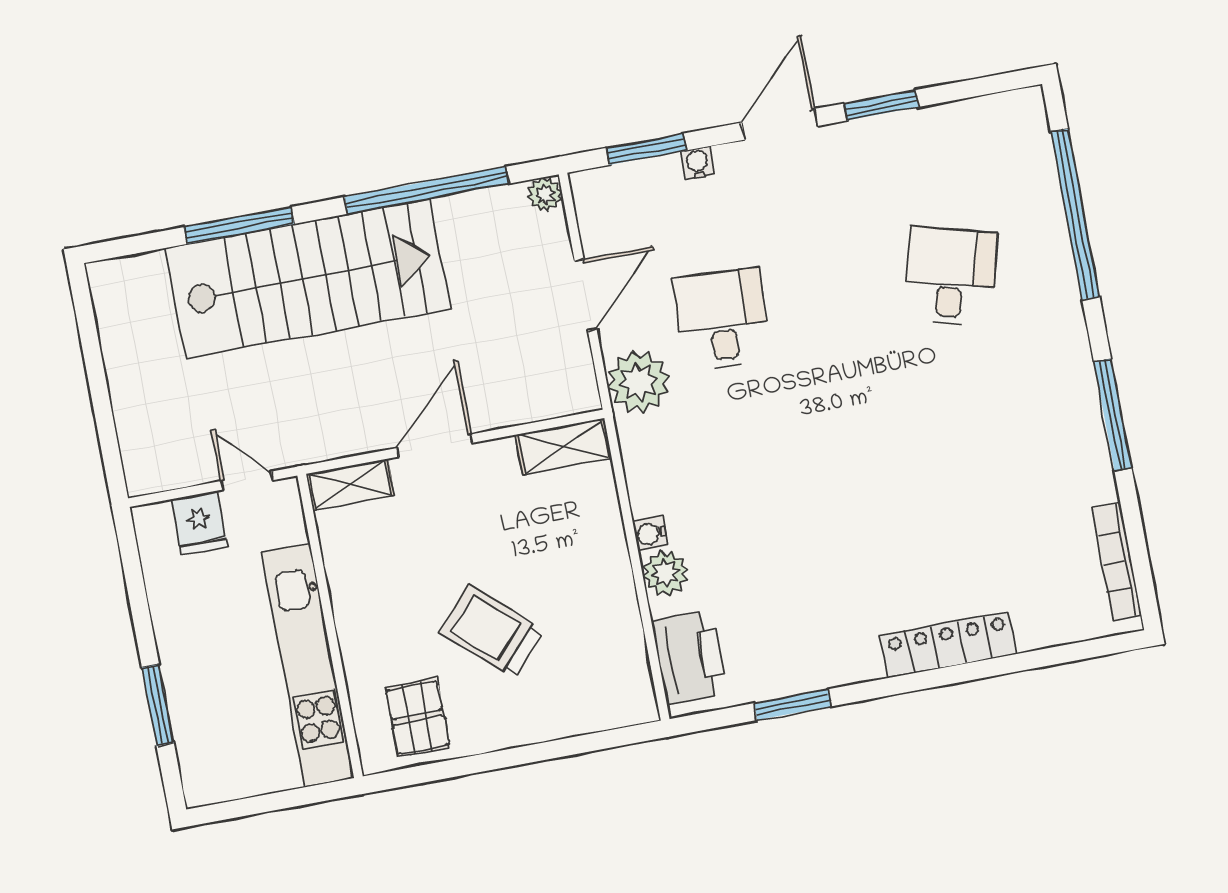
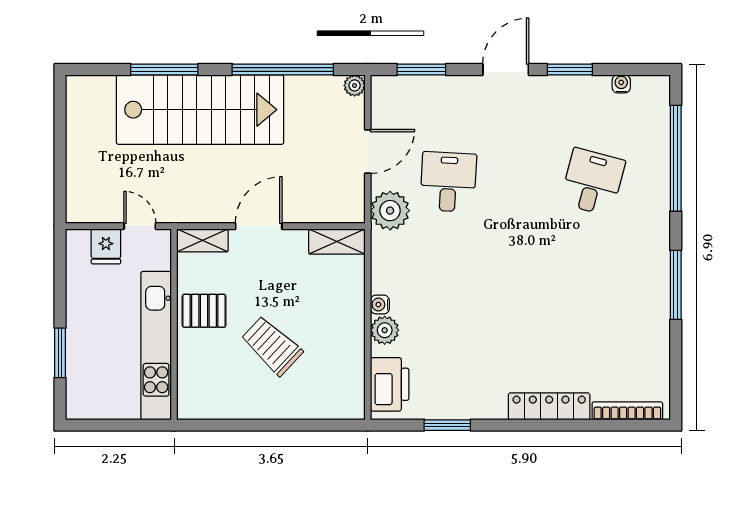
water cooler: (698, 163) -> (621, 84), moved
bookcase: (1117, 562) -> (627, 411), moved, turned 90
pallet: (418, 718) -> (204, 311), moved, turned 90

